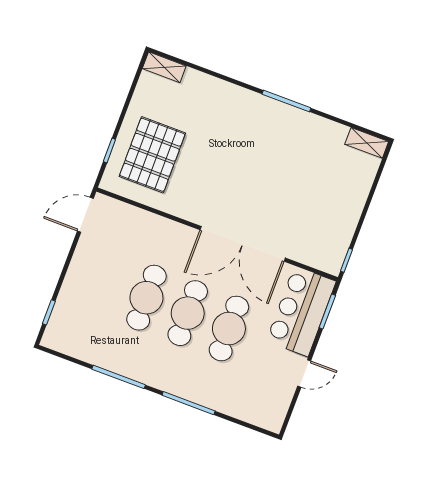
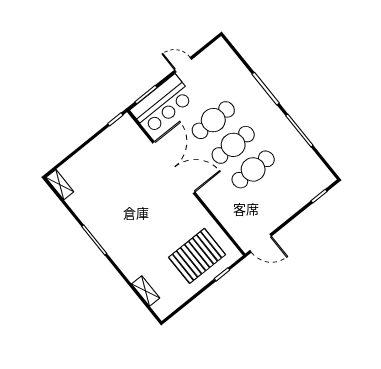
shelving: (164, 67) -> (146, 291), moved

